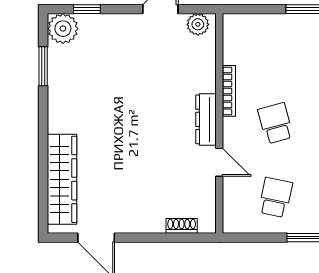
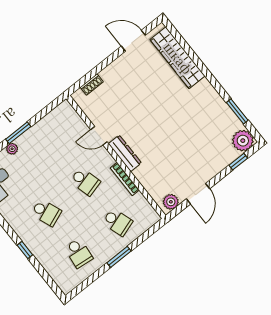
school desk: (275, 197) -> (117, 222), moved, turned -30

